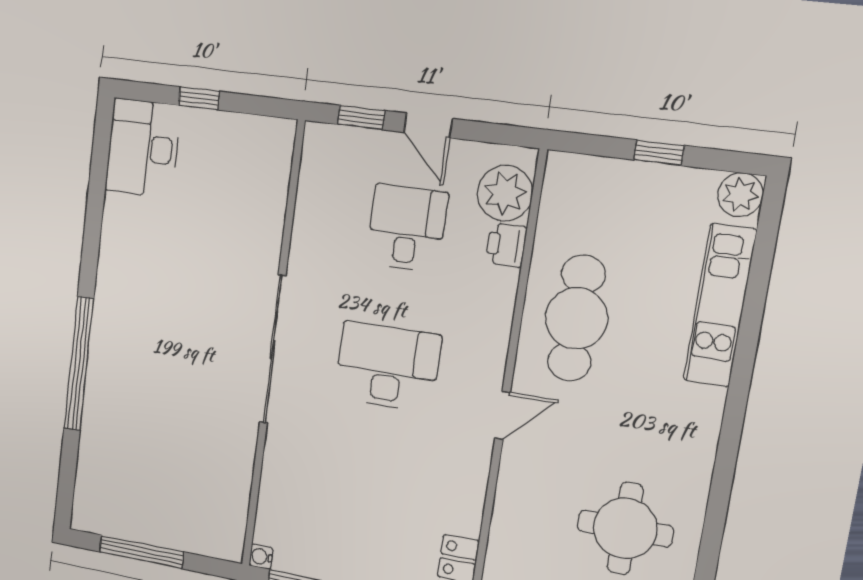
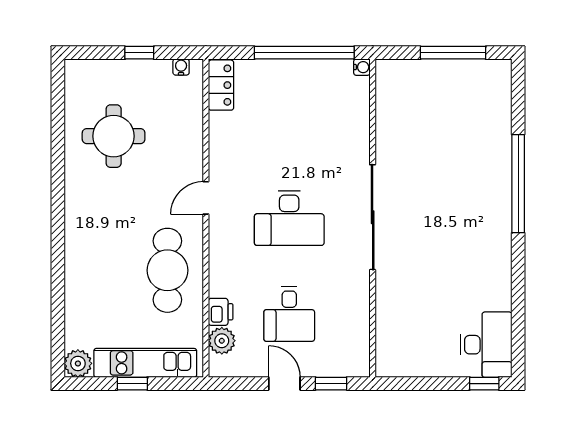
window: (199, 98) -> (484, 384), moved
plant: (505, 193) -> (222, 341), width x0.73, depth x0.73
kitchen unit: (720, 305) -> (145, 363), moved, turned -90

